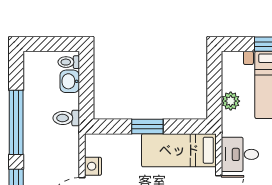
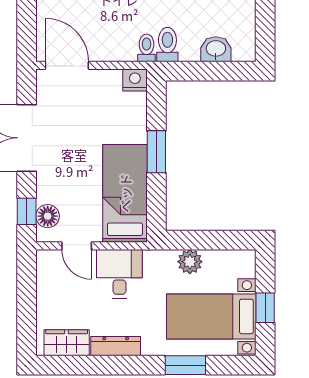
toilet: (69, 62) -> (147, 48), moved
nightstand: (93, 166) -> (135, 80), moved

